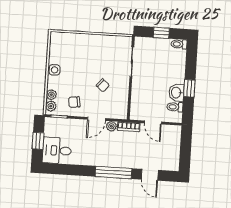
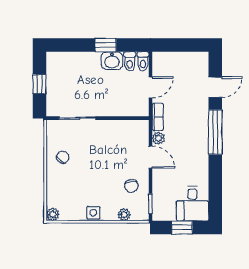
toilet: (179, 44) -> (143, 61), moved
chair: (103, 85) -> (63, 157), moved
plant: (51, 106) -> (53, 214), moved

